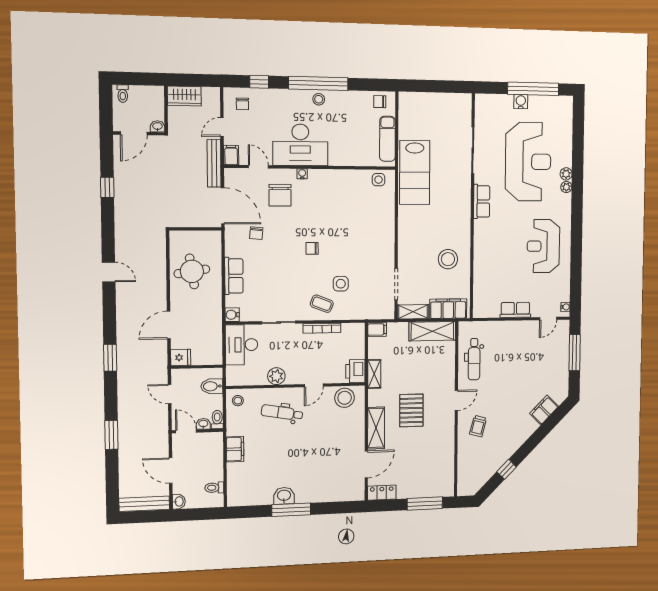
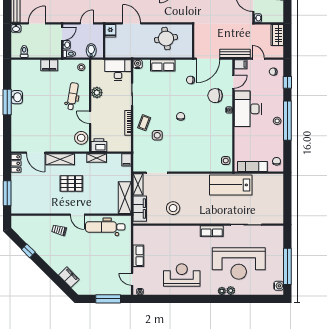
water cooler: (521, 102) -> (279, 286), moved
dental chair: (474, 359) -> (105, 227), width x1.36, depth x1.38

